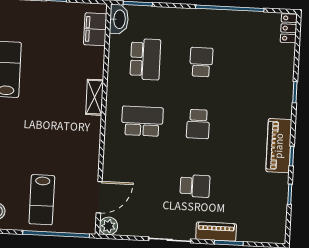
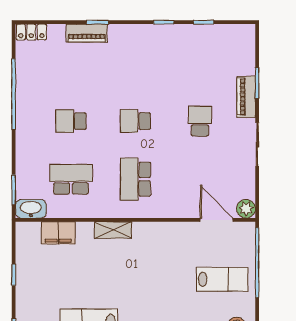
filing cabinet: (95, 29) -> (58, 233), moved
school desk: (198, 124) -> (135, 121), turned 180
piano: (279, 146) -> (87, 33), moved, width x0.73, depth x0.75

